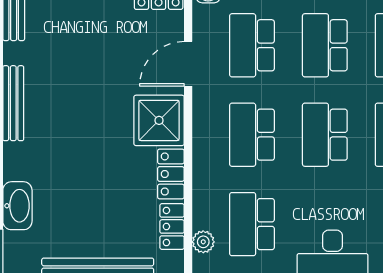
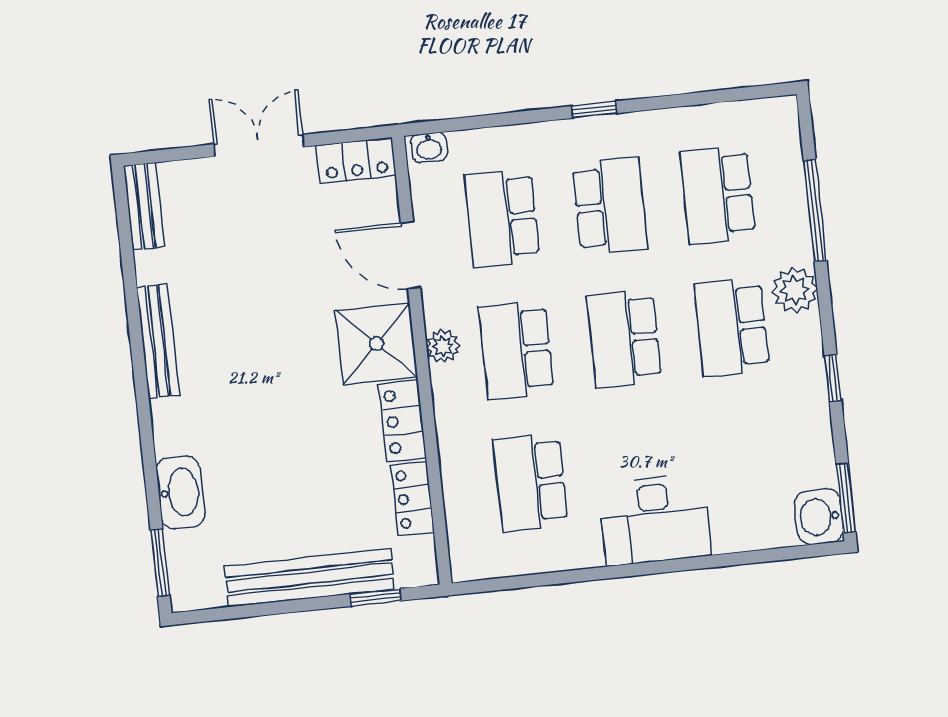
school desk: (325, 45) -> (610, 206), turned 180
door: (188, 64) -> (411, 255), hinge flipped
plant: (203, 242) -> (443, 346), moved

